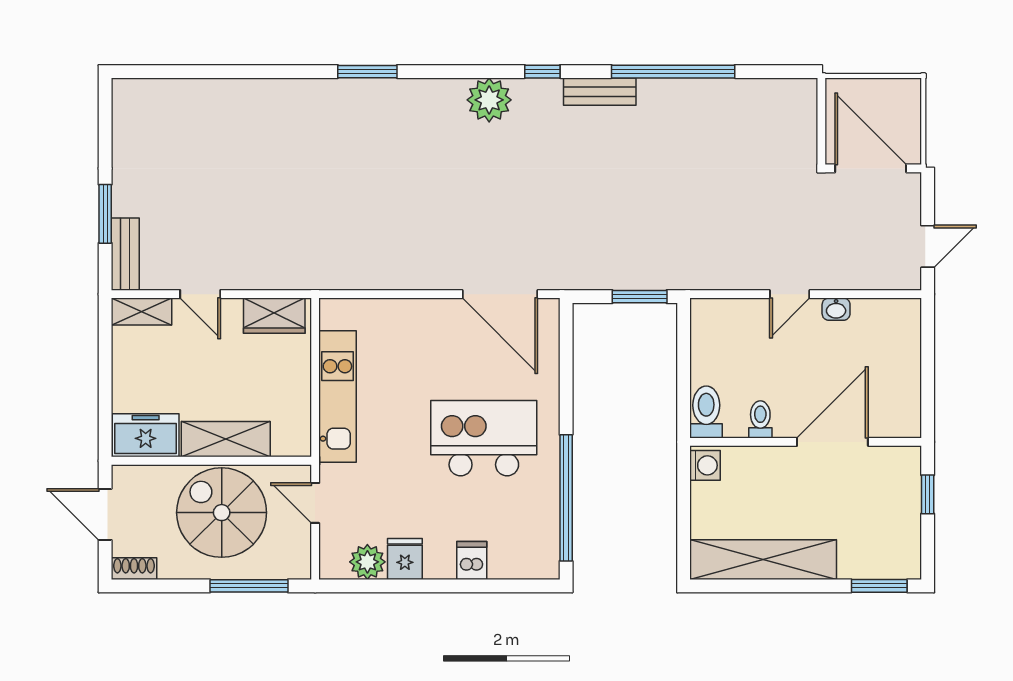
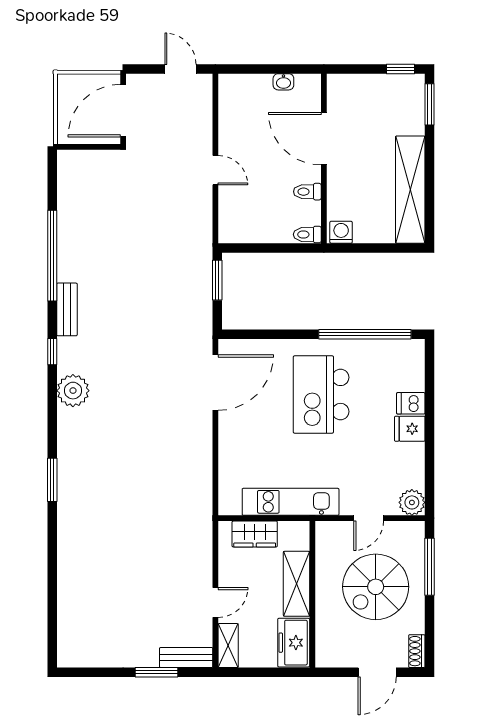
washbasin: (836, 309) -> (283, 82), moved, turned 90
wardrobe: (274, 316) -> (255, 534), moved, turned 90
toilet: (706, 412) -> (307, 234), width x0.73, depth x0.72
freezer: (146, 435) -> (294, 643), moved
shelving: (226, 439) -> (297, 584), moved
wall: (211, 461) -> (312, 594), moved
window: (928, 494) -> (400, 69), moved
fridge: (405, 559) -> (410, 429), moved
plant: (367, 562) -> (412, 502), moved

